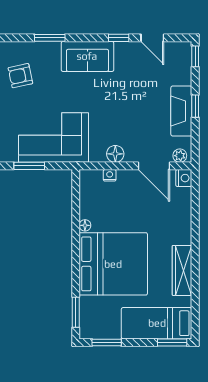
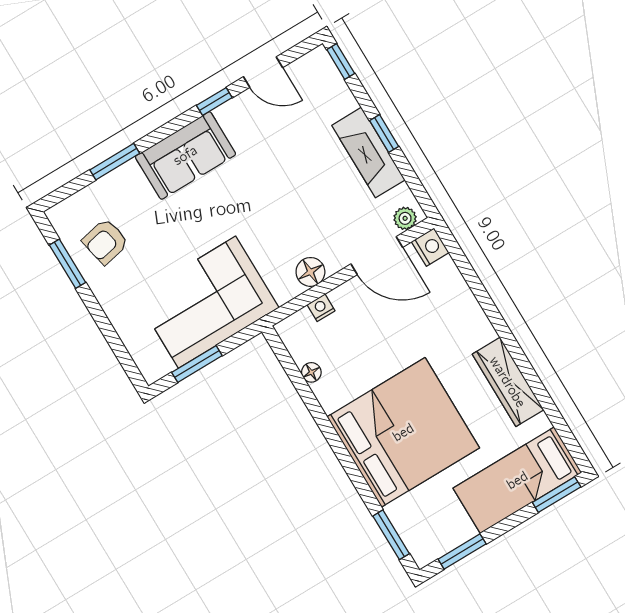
floor lamp: (85, 225) -> (311, 372), moved

